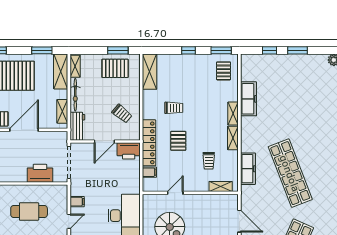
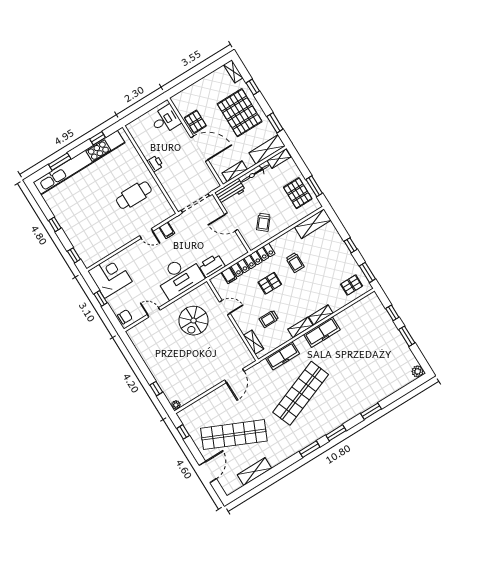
freezer: (249, 99) -> (322, 332), moved
printer: (129, 151) -> (212, 266), moved, turned 90
printer: (40, 173) -> (155, 164), moved, width x0.53, depth x0.68
cafe table: (29, 212) -> (134, 195), turned 90

